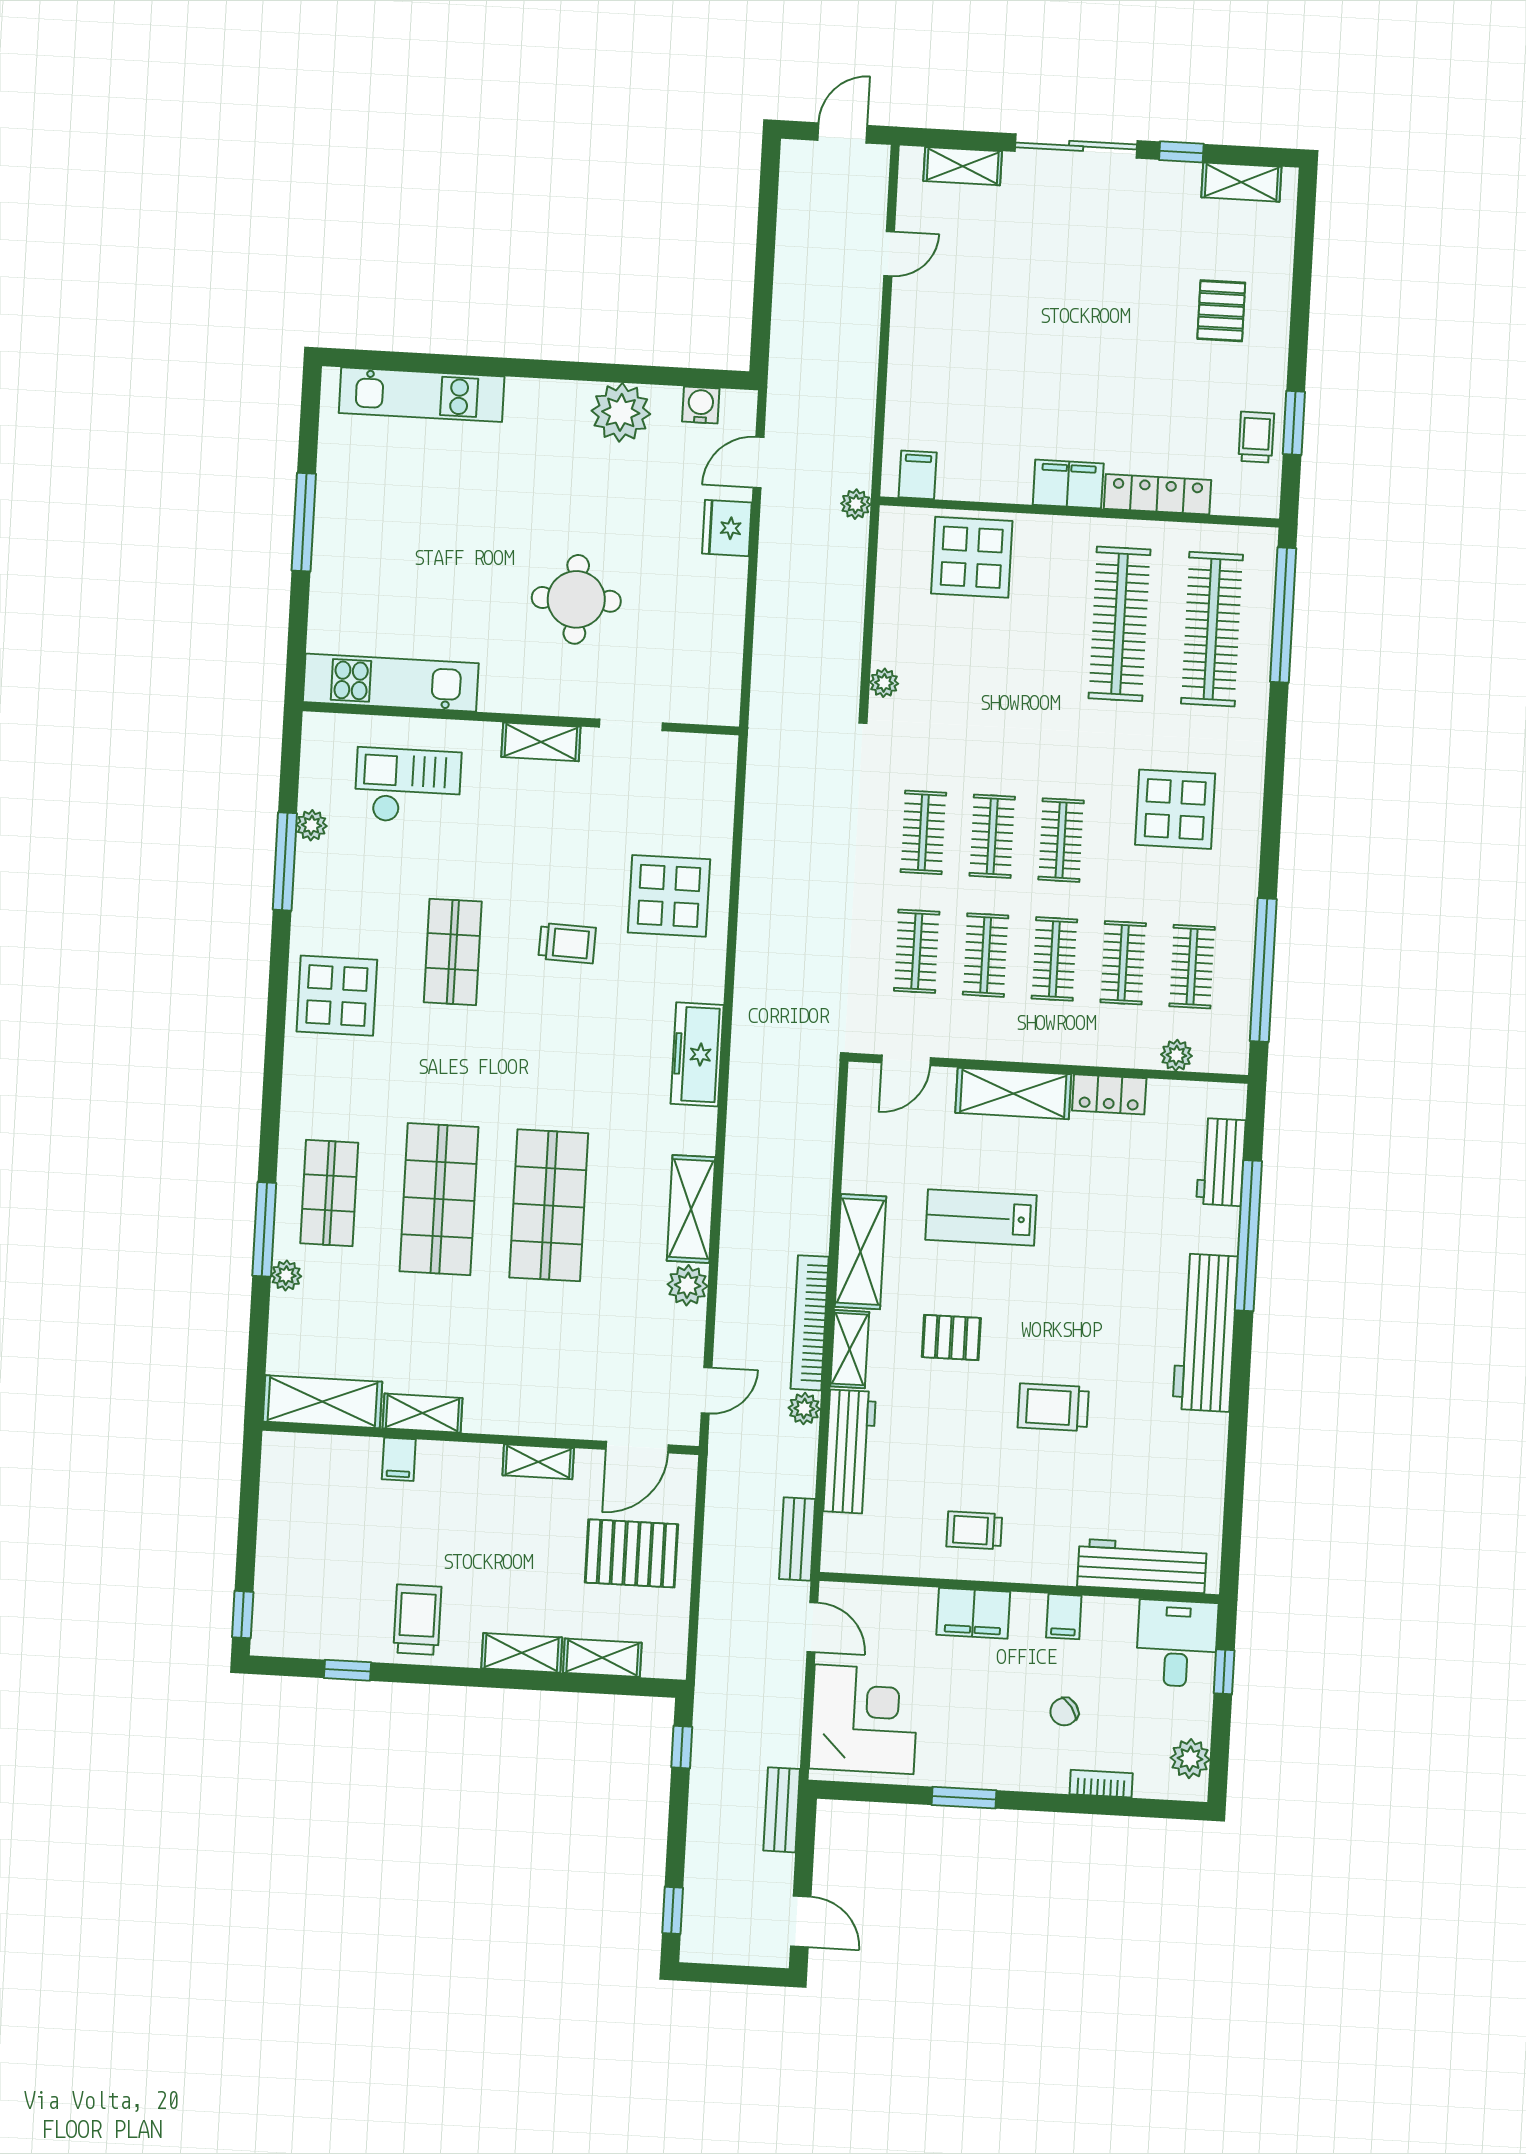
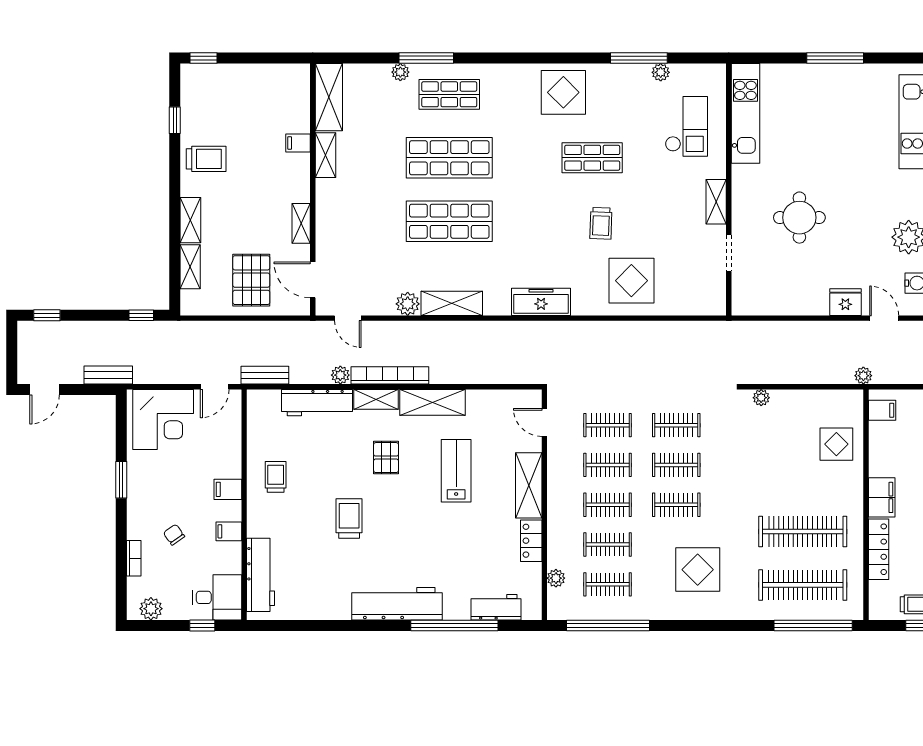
display table: (972, 557) -> (836, 444), width x0.73, depth x0.73
filing cabinet: (973, 1613) -> (228, 489), width x0.50

